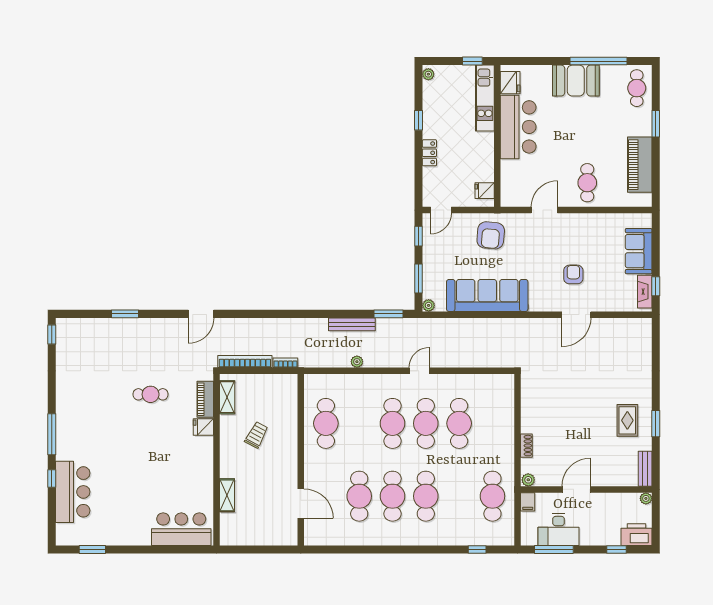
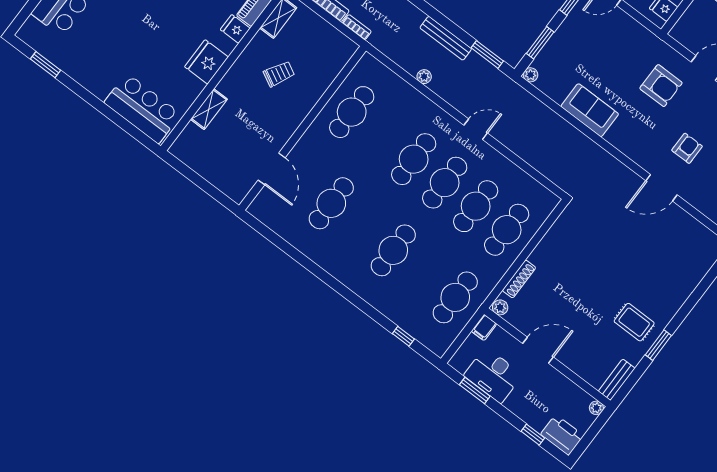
armchair: (491, 235) -> (661, 86), moved, turned -95
sofa: (487, 295) -> (590, 110), width x0.54, depth x0.79
rug: (627, 420) -> (634, 322), turned 90
shoe rack: (526, 446) -> (519, 279), width x1.43
fridge: (201, 464) -> (206, 62), added
cafe table: (392, 496) -> (507, 230), moved
window: (554, 550) -> (475, 390), width x0.69

